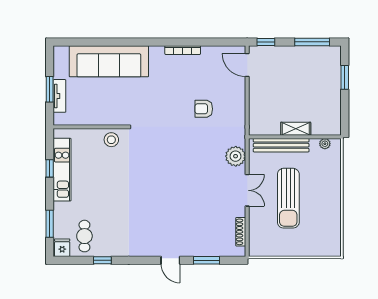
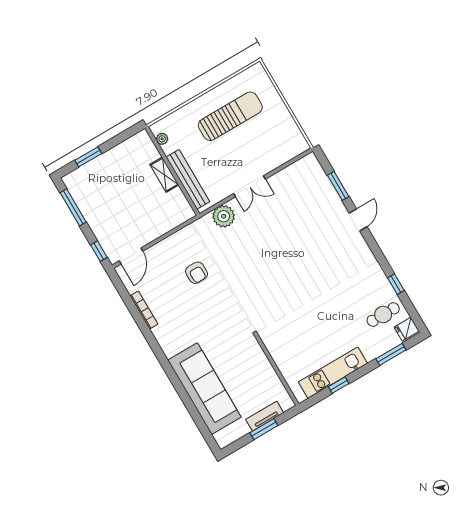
bookcase: (183, 50) -> (144, 310), moved
stool: (111, 140) -> (277, 343), removed
double door: (247, 190) -> (249, 186), swing flipped
sun lounger: (288, 198) -> (230, 116), moved
shoe rack: (241, 232) -> (292, 169), removed

